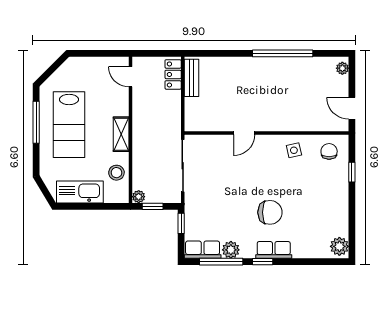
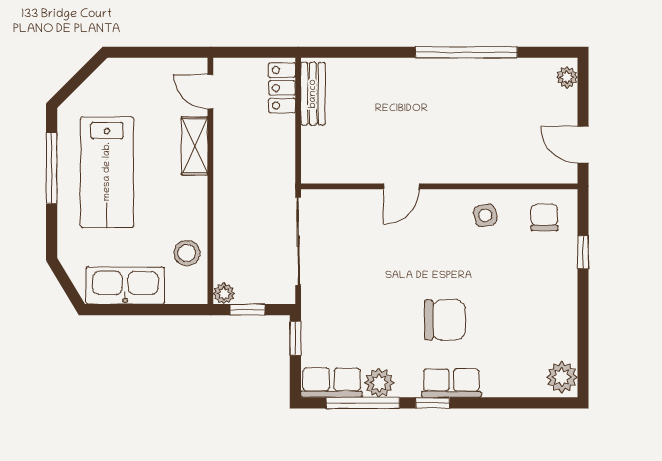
shelving: (121, 134) -> (195, 146), moved

